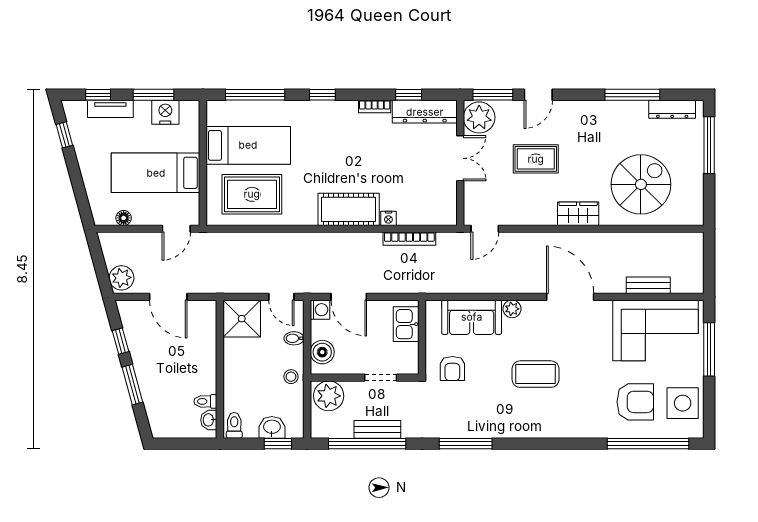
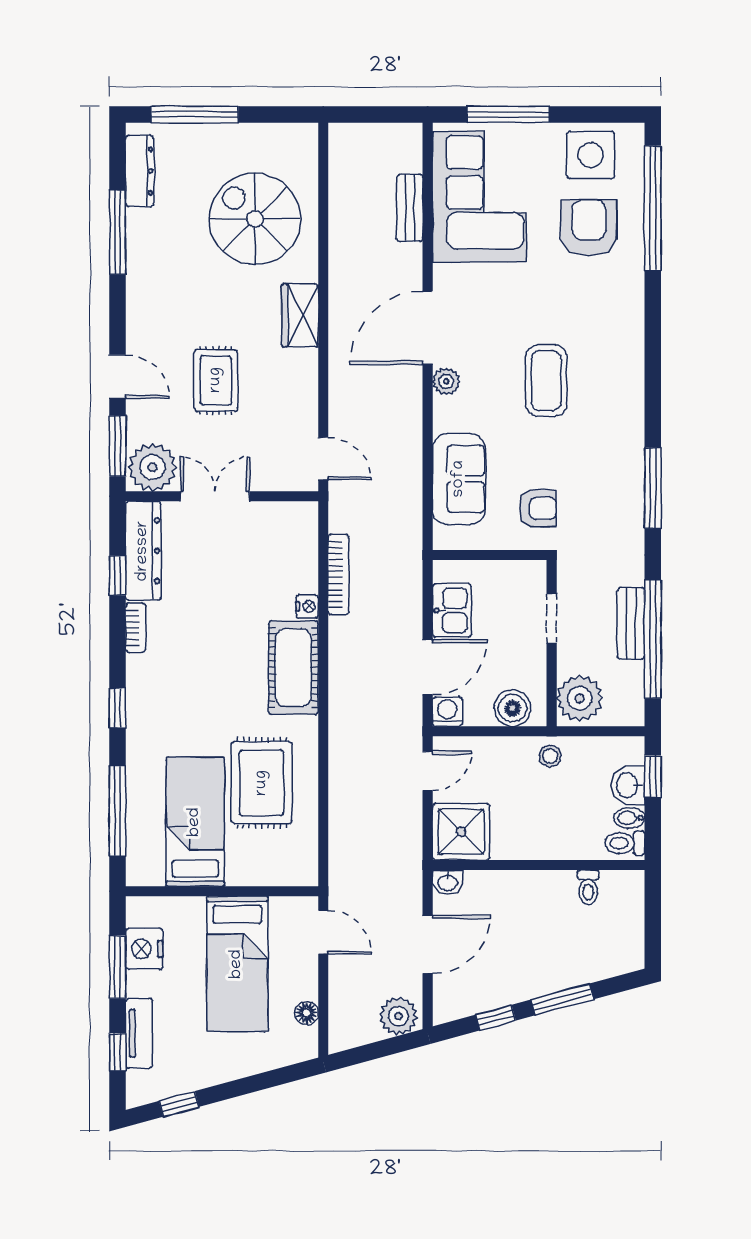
rug: (252, 194) -> (262, 783), moved
plant: (512, 309) -> (446, 381), moved
kitchen sink: (406, 324) -> (452, 610), moved, turned -90
bidet: (294, 338) -> (629, 818), moved, turned 90
washbasin: (209, 420) -> (448, 882), moved

